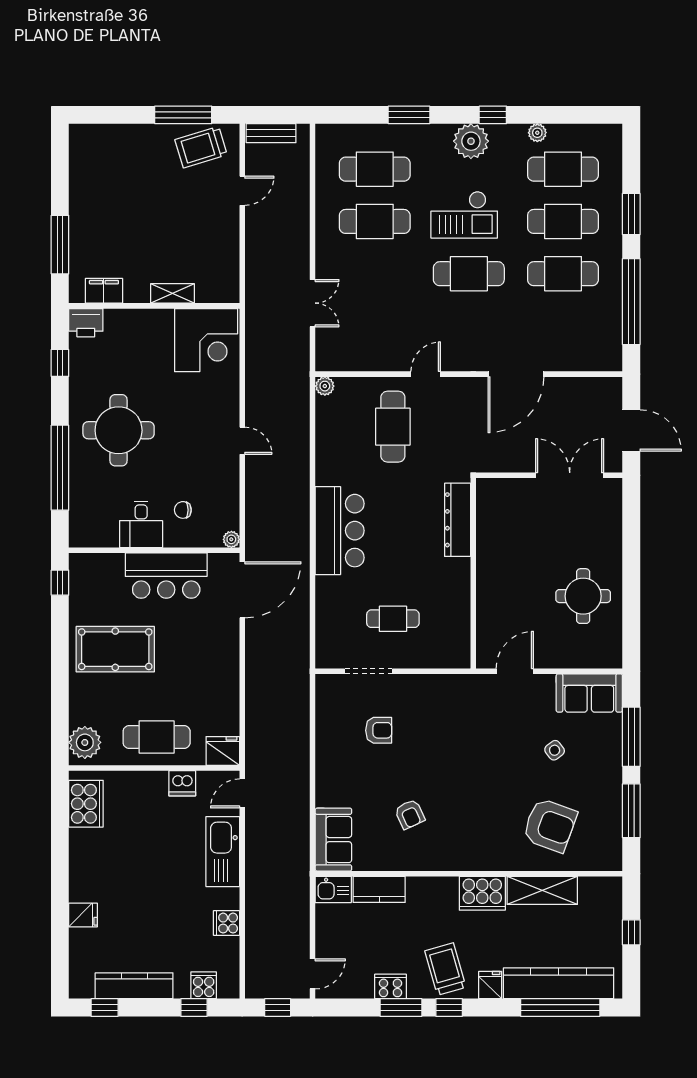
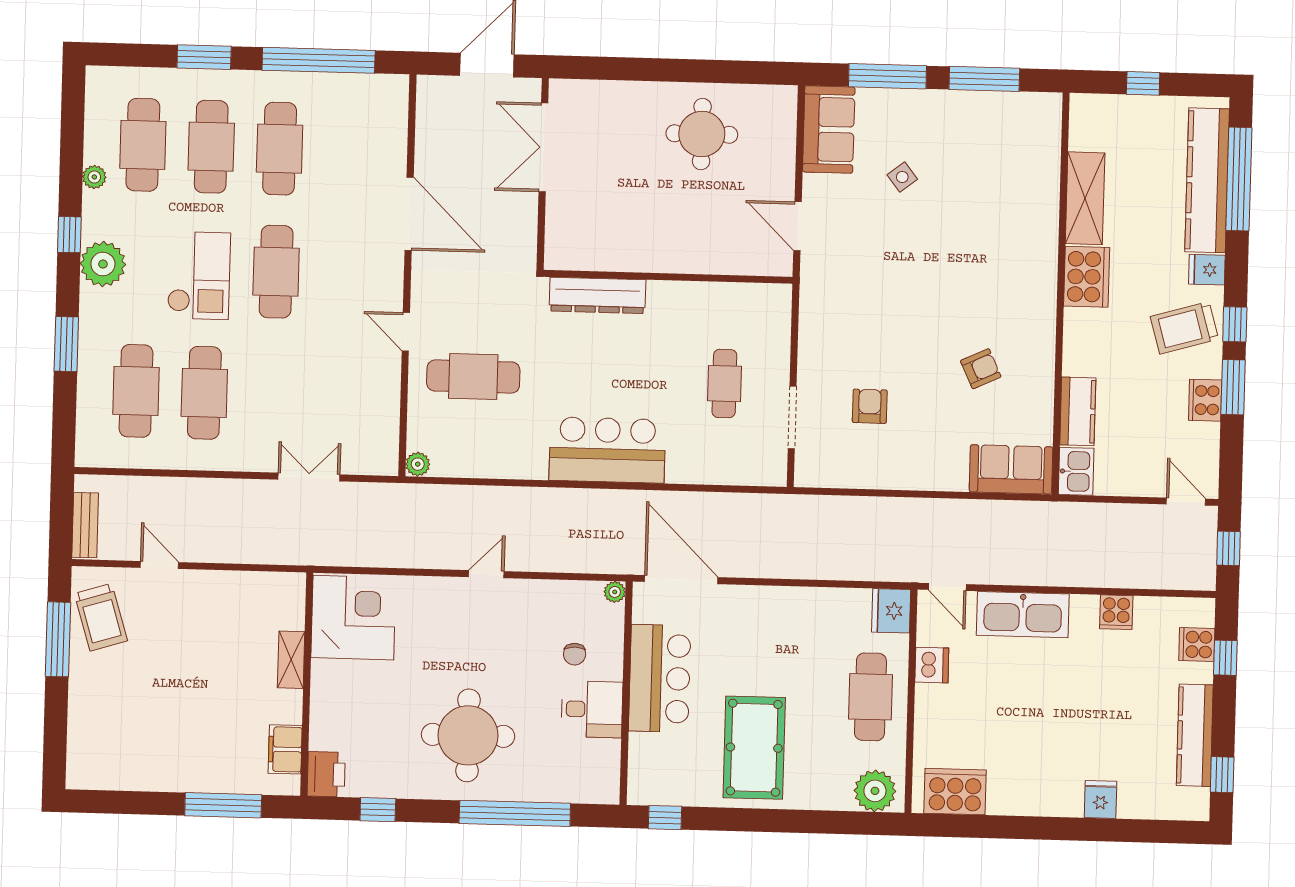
armchair: (550, 825) -> (1000, 186), removed

